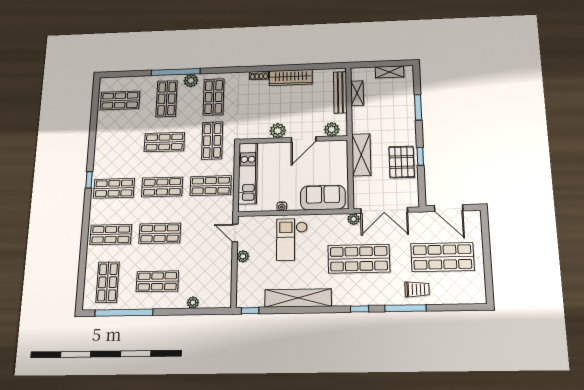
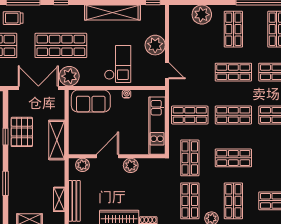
plant: (354, 219) -> (69, 76), width x1.88, depth x1.88
plant: (243, 256) -> (155, 45), width x1.88, depth x1.88
shop shelf: (157, 281) -> (233, 29), turned 90
plant: (193, 303) -> (202, 15), width x1.88, depth x1.88

